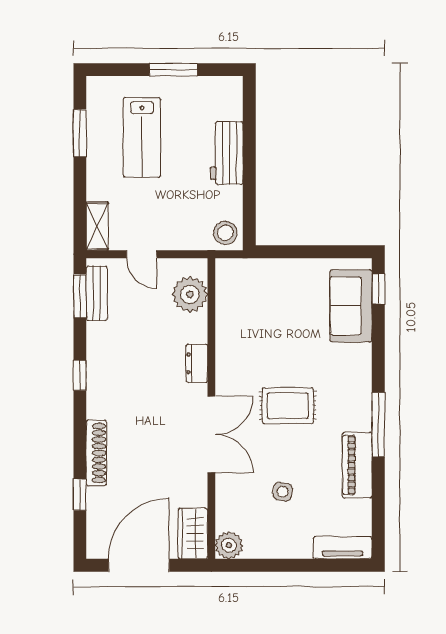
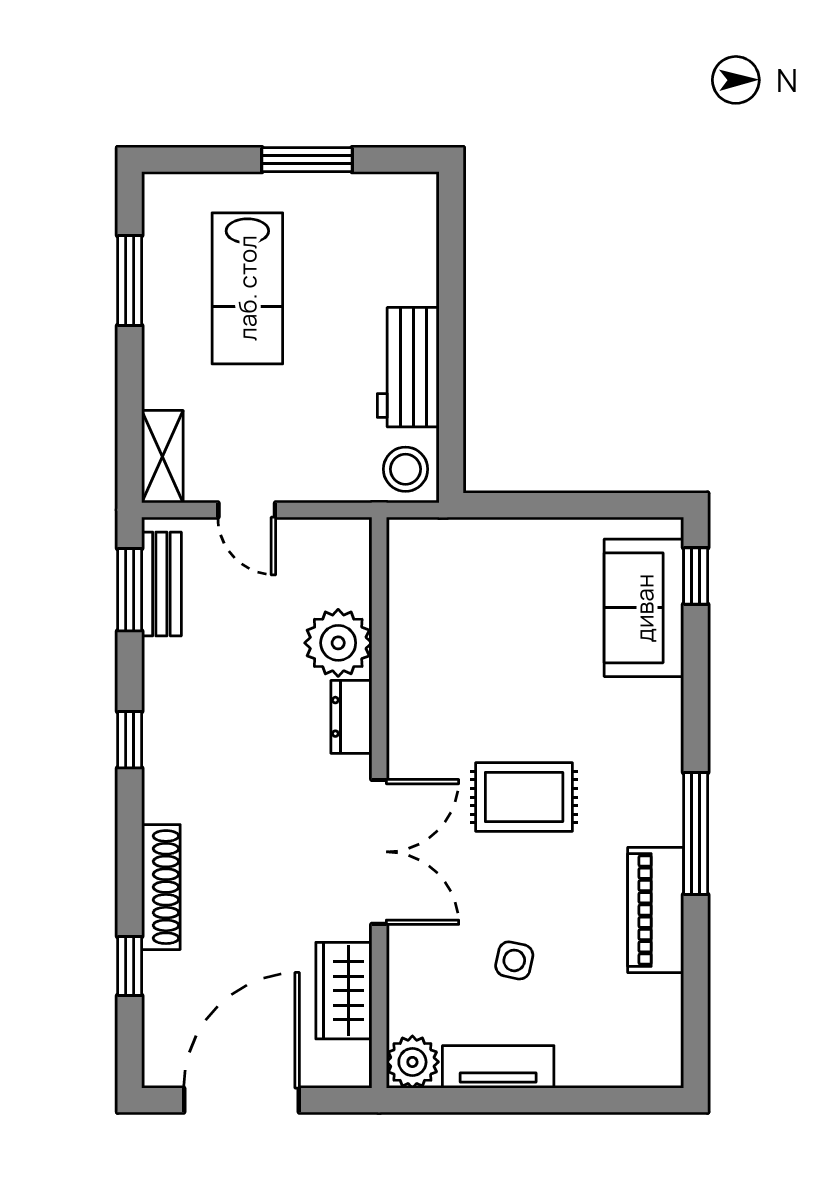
workbench: (227, 153) -> (408, 367), moved
plant: (190, 294) -> (338, 643), moved
wardrobe: (193, 534) -> (344, 991), moved
tv unit: (343, 548) -> (498, 1067), moved

